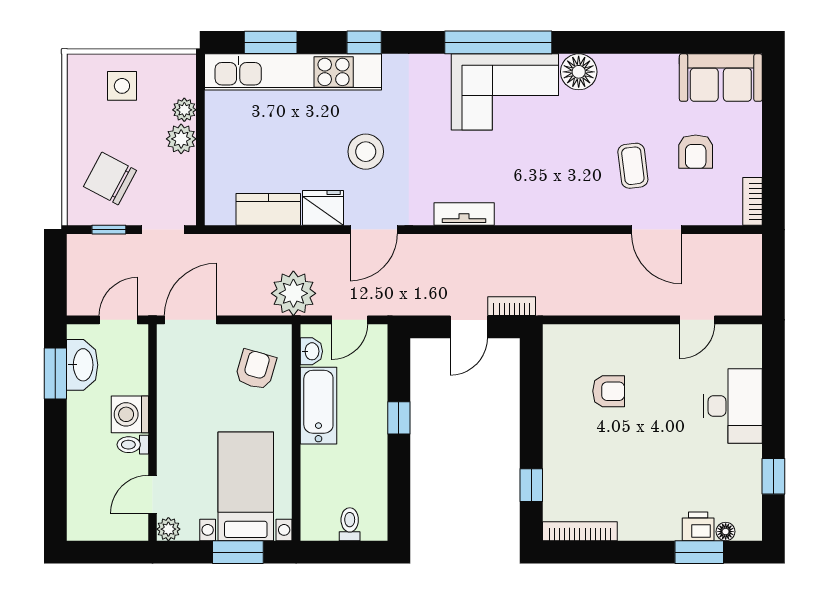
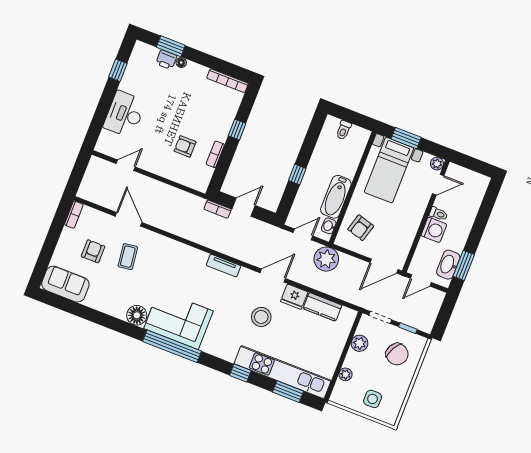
plant: (181, 139) -> (359, 343), moved
bookcase: (552, 398) -> (215, 154), added
window: (531, 485) -> (237, 130), moved
floor lamp: (726, 532) -> (181, 63), moved

